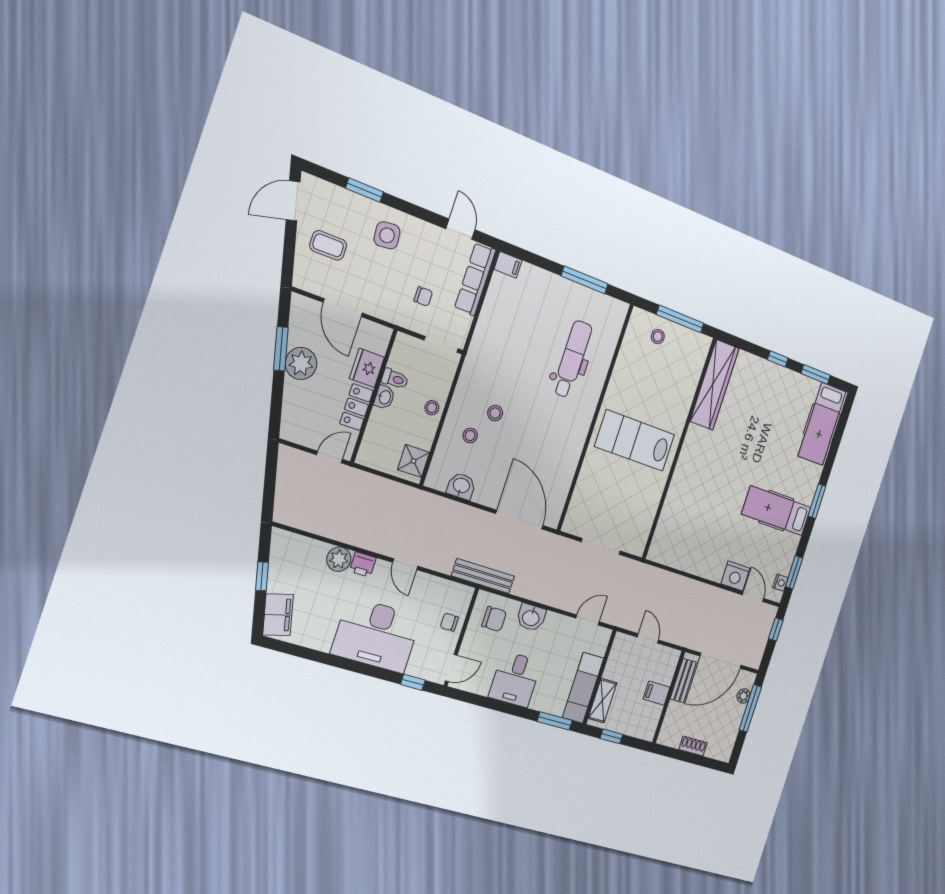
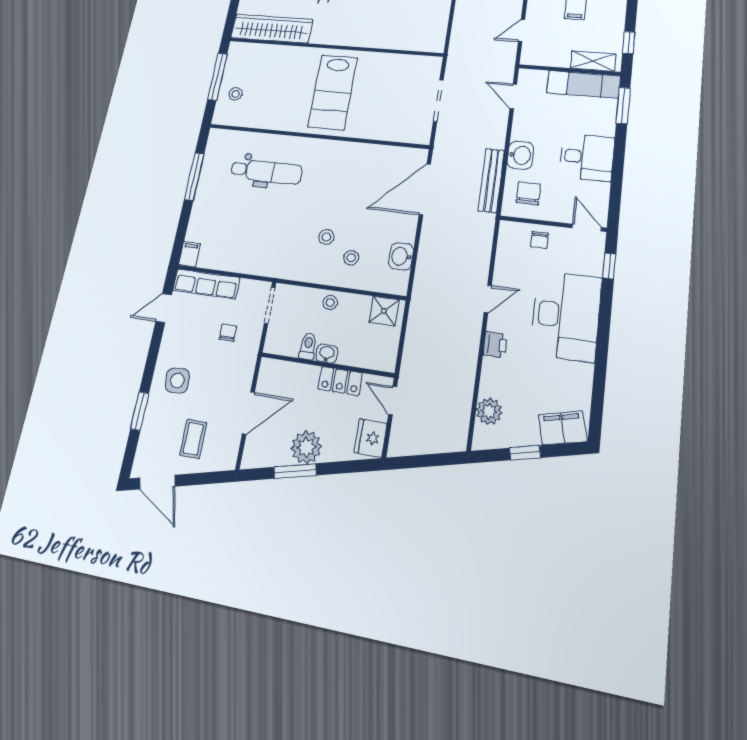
dental chair: (572, 359) -> (266, 172), turned 180
fridge: (367, 368) -> (371, 438), moved, turned 90
plant: (339, 559) -> (489, 411), moved
bench: (483, 576) -> (491, 180), moved

